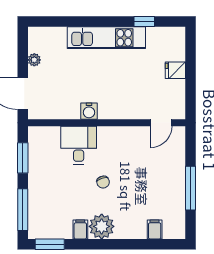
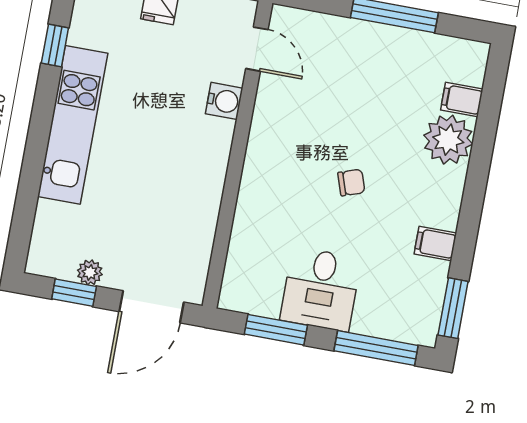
window: (23, 54) -> (74, 293), added
water cooler: (89, 111) -> (224, 101), moved
desk: (79, 145) -> (321, 289), moved, turned -90
plant: (102, 226) -> (448, 140), moved

